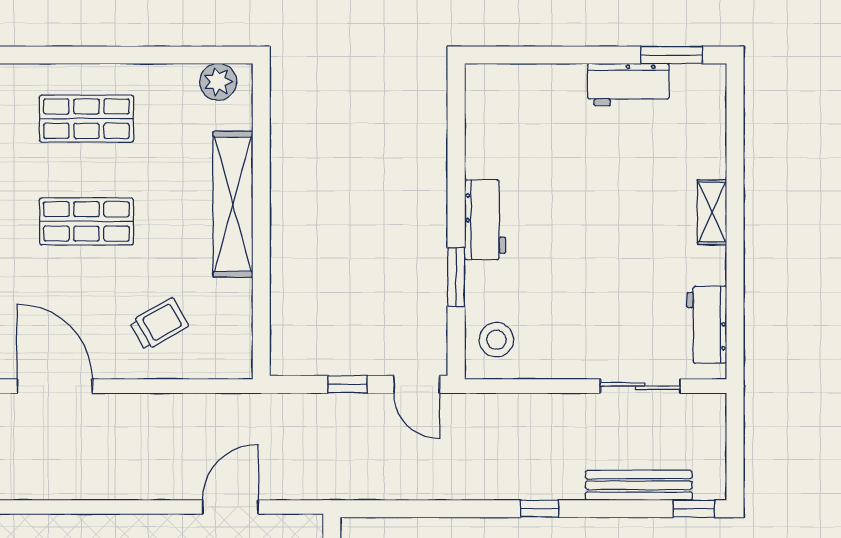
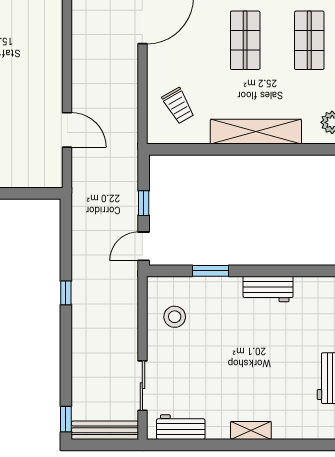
workbench: (485, 220) -> (268, 289), moved
trolley: (159, 324) -> (178, 106), moved
stool: (496, 340) -> (175, 317), moved
bench: (639, 485) -> (105, 430), moved, turned 90
window: (539, 509) -> (66, 293), moved

